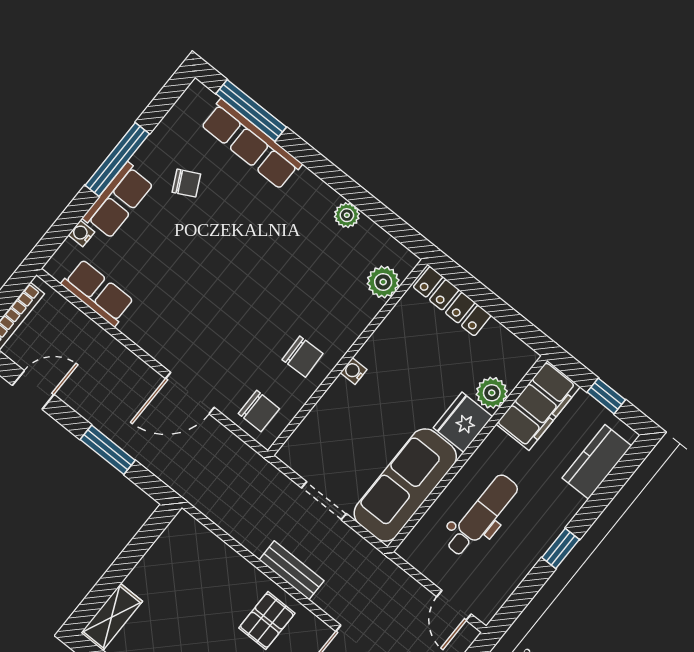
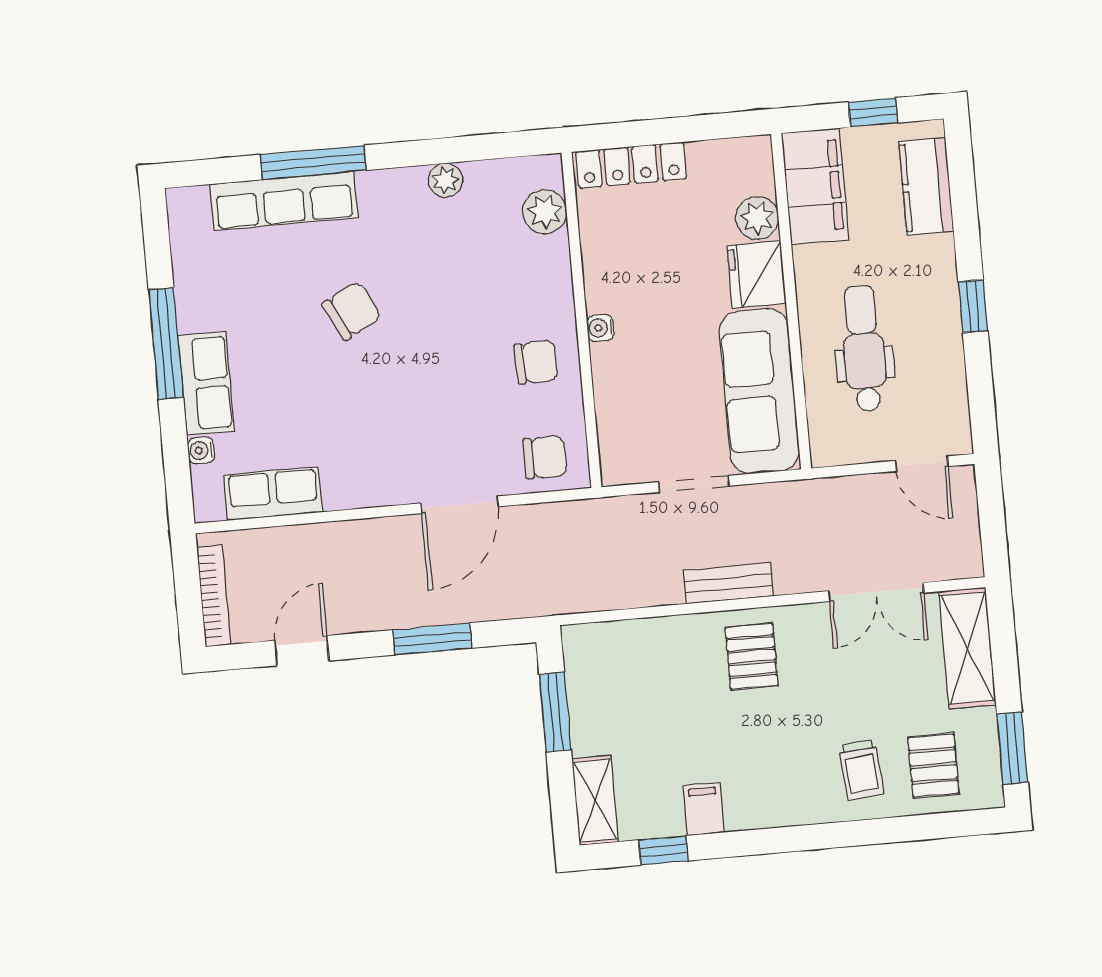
window: (251, 110) -> (313, 162), moved
chair: (186, 183) -> (352, 311), moved, width x1.37, depth x1.37
window: (135, 550) -> (555, 712), added

